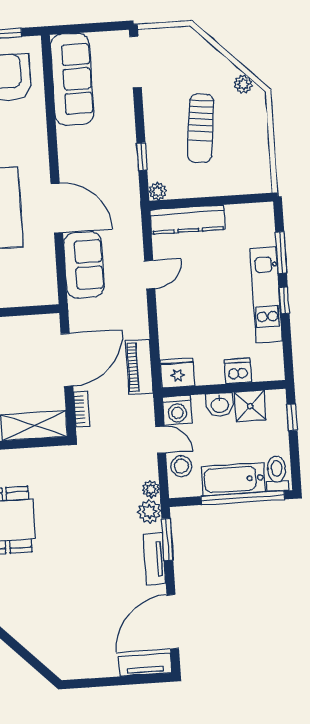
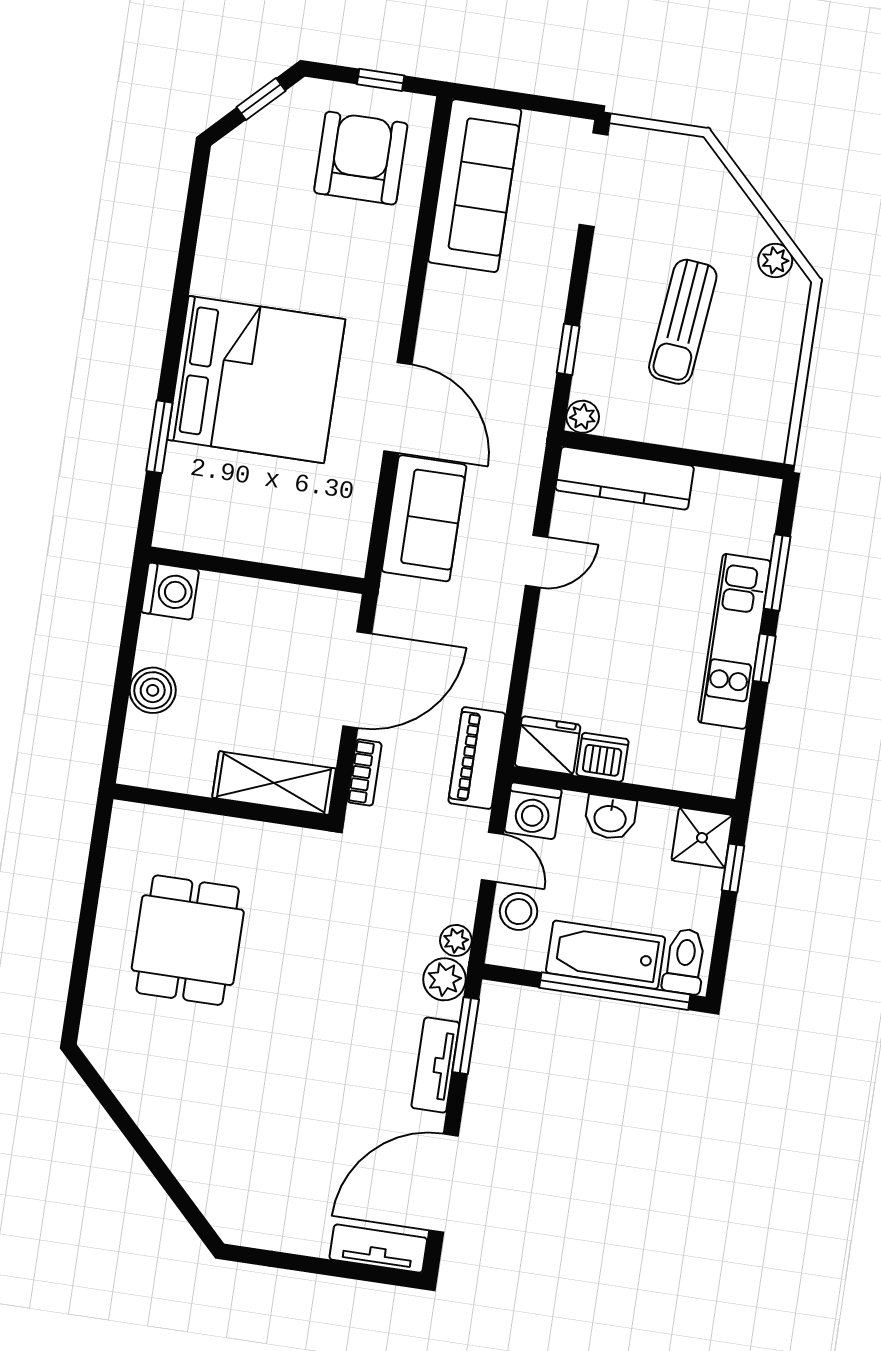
piano: (139, 367) -> (477, 758), moved
dishwasher: (238, 371) -> (603, 757), moved
shower: (250, 406) -> (702, 838), moved

